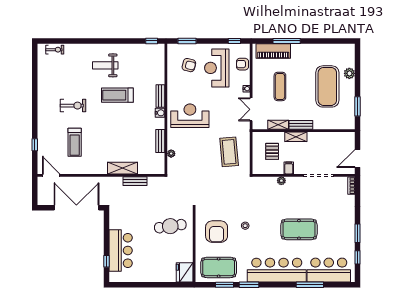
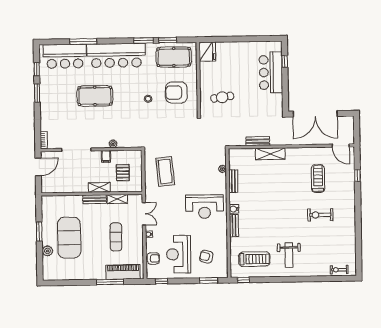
weight bench: (105, 65) -> (289, 255), turned 90
reception desk: (217, 68) -> (179, 254), turned 180
treadmill: (117, 95) -> (254, 259), moved
window: (357, 106) -> (39, 232), moved
cafe table: (170, 226) -> (222, 97), width x0.73, depth x0.74
armchair: (217, 232) -> (176, 93), turned -90

